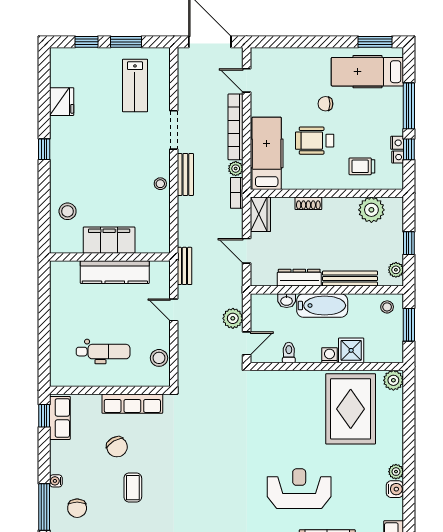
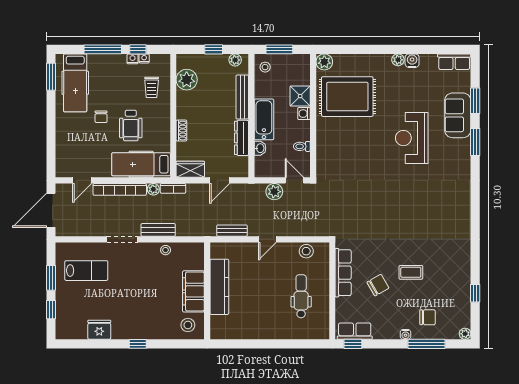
filing cabinet: (109, 240) -> (193, 291), moved
wall: (110, 257) -> (207, 291), moved
kitchen counter: (115, 272) -> (219, 287), moved

